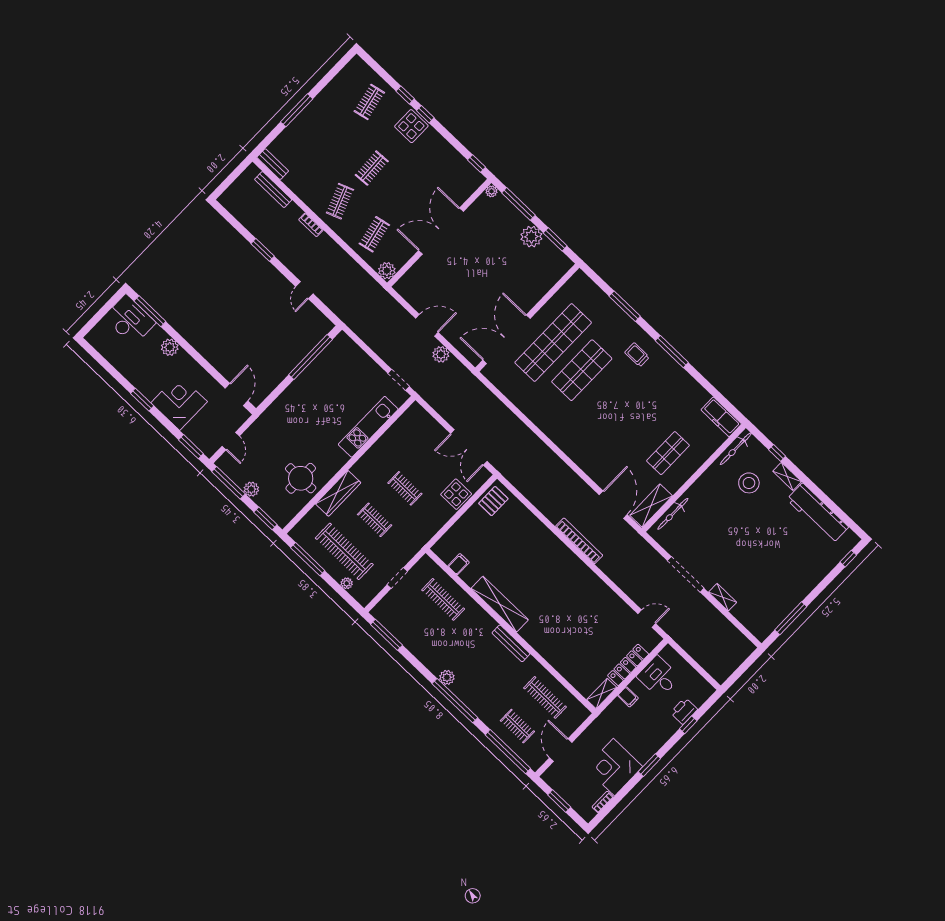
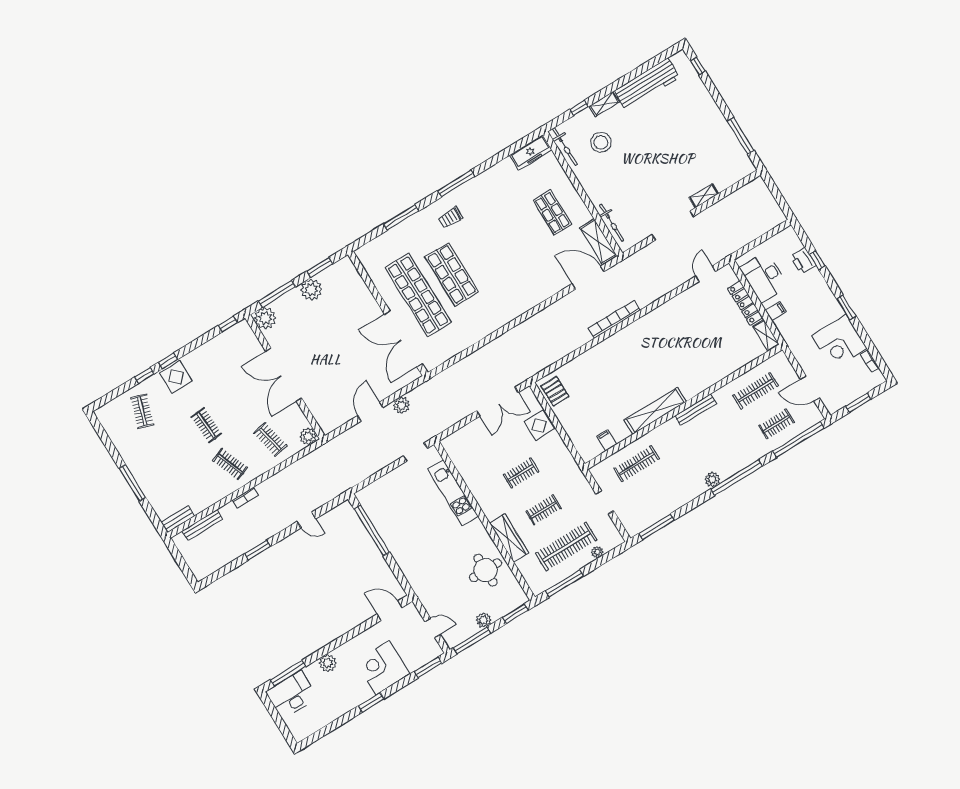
clothes rail: (369, 102) -> (142, 411), turned 30
plant: (491, 191) -> (265, 318), width x1.87, depth x1.87
desk: (658, 677) -> (764, 277), width x1.37

